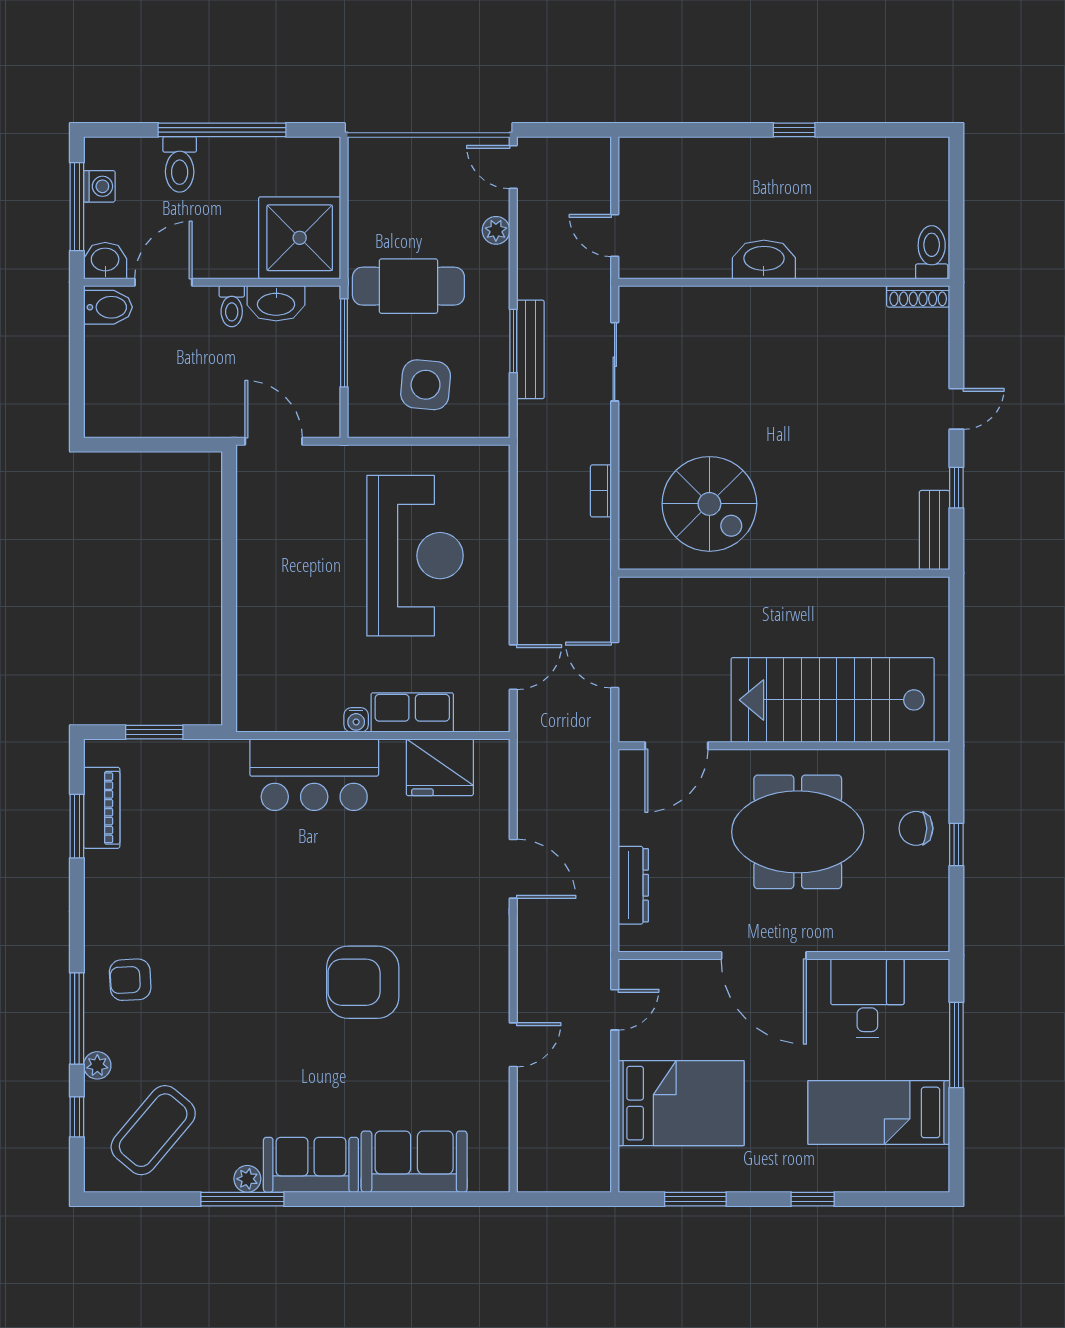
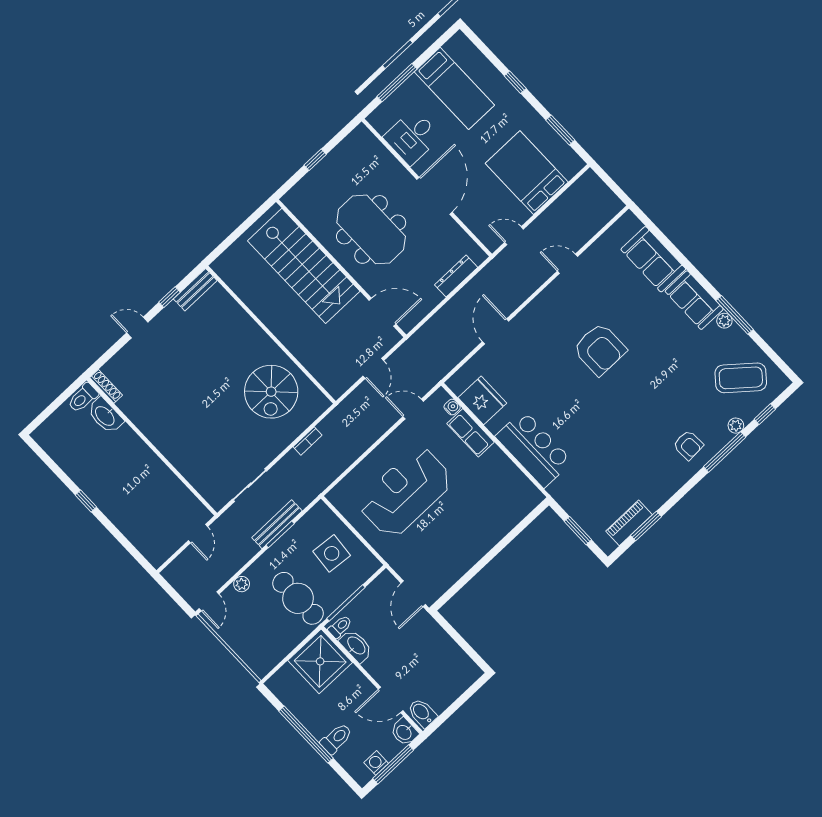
washbasin: (764, 260) -> (105, 416), moved
toilet: (232, 306) -> (340, 627), moved
spiral stairs: (709, 504) -> (271, 392), turned 180
water cooler: (356, 720) -> (452, 407), moved
chair: (916, 828) -> (324, 183), removed

